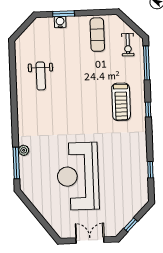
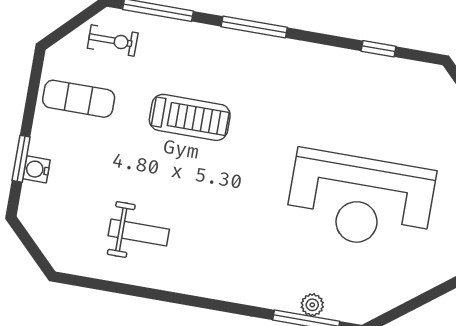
treadmill: (121, 102) -> (190, 117), moved
window: (148, 109) -> (254, 27), width x2.17
plant: (24, 150) -> (312, 305), moved

